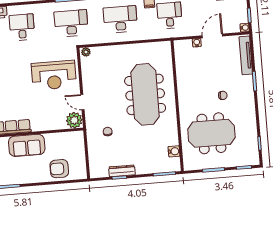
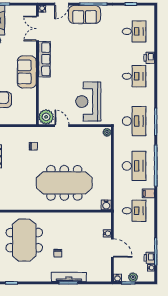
plant: (242, 11) -> (133, 277), added
tv unit: (246, 55) -> (69, 277), moved
door: (82, 102) -> (62, 126), hinge flipped
water cooler: (174, 151) -> (106, 205), moved

